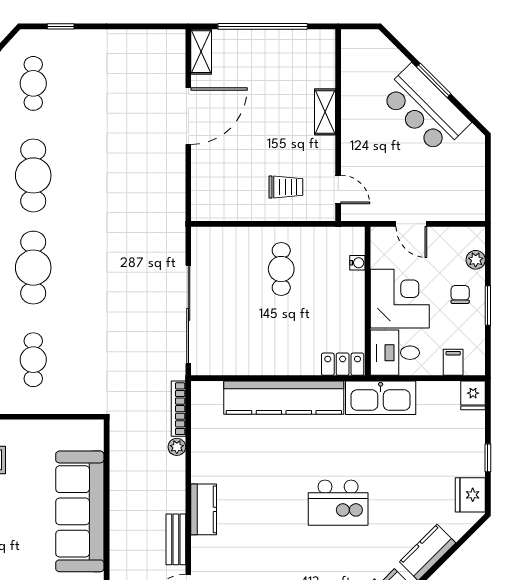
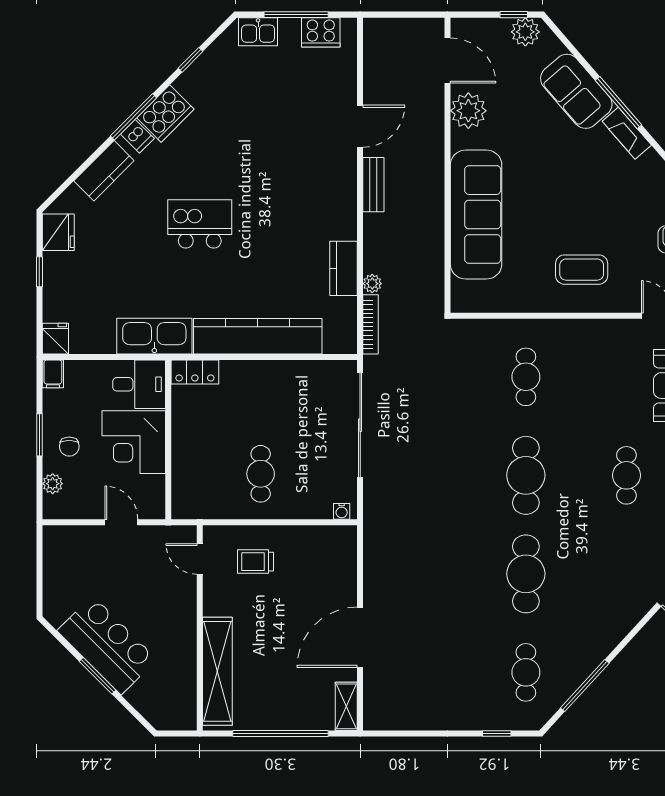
shelving: (325, 112) -> (217, 671), width x2.20, depth x1.33
water cooler: (357, 263) -> (342, 511), moved, turned -90
filing cabinet: (453, 362) -> (53, 374), moved
kitchen counter: (204, 509) -> (343, 268), moved

